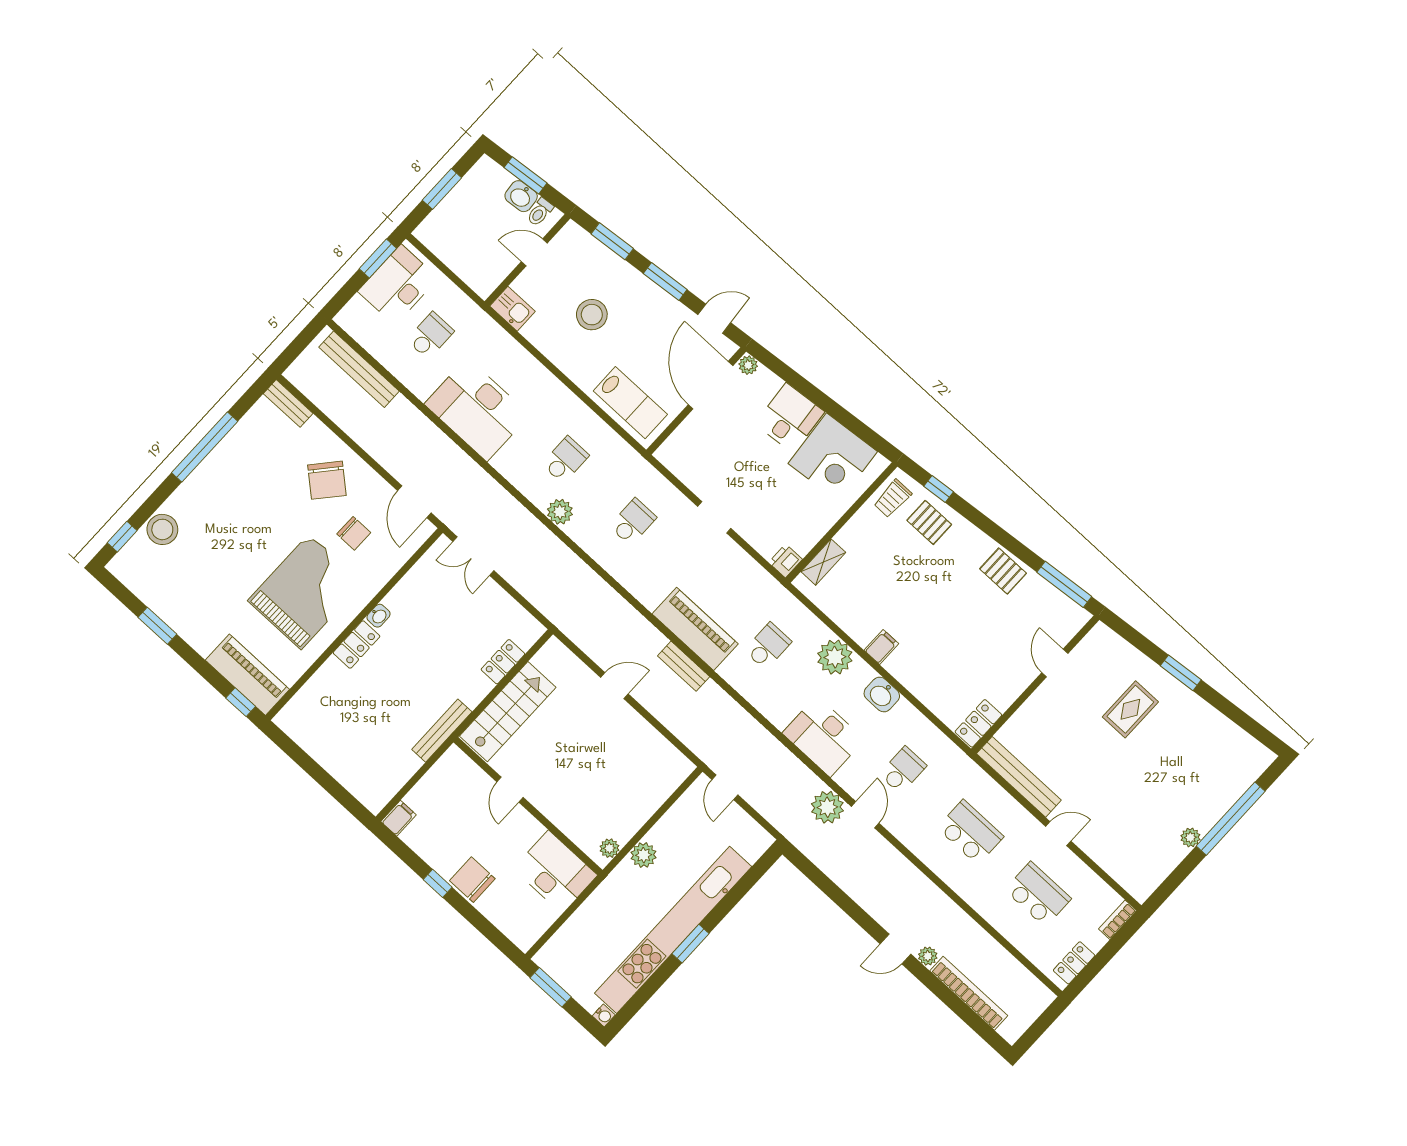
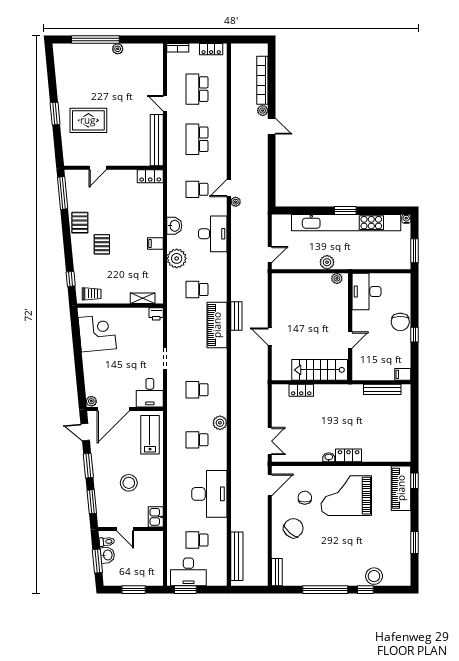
desk: (790, 418) -> (150, 393), moved, turned -85
pallet: (929, 522) -> (102, 244), moved
window: (122, 537) -> (365, 590), moved
rug: (1130, 709) -> (88, 120), width x1.36, depth x1.43
bench: (442, 731) -> (382, 389), moved
plant: (827, 807) -> (236, 202), width x0.53, depth x0.53

